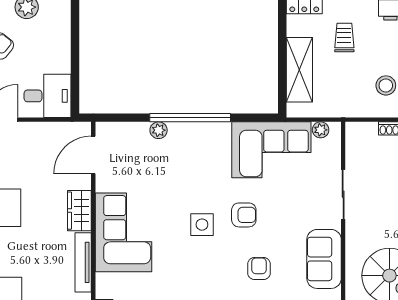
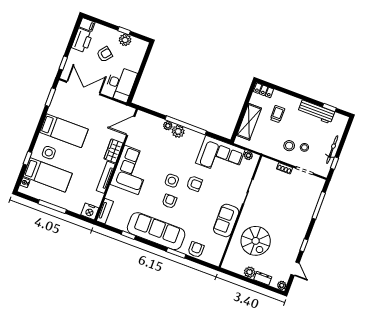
desk: (48, 96) -> (120, 84), width x1.37
plant: (181, 134) -> (178, 131), added
armchair: (259, 269) -> (169, 201), moved

